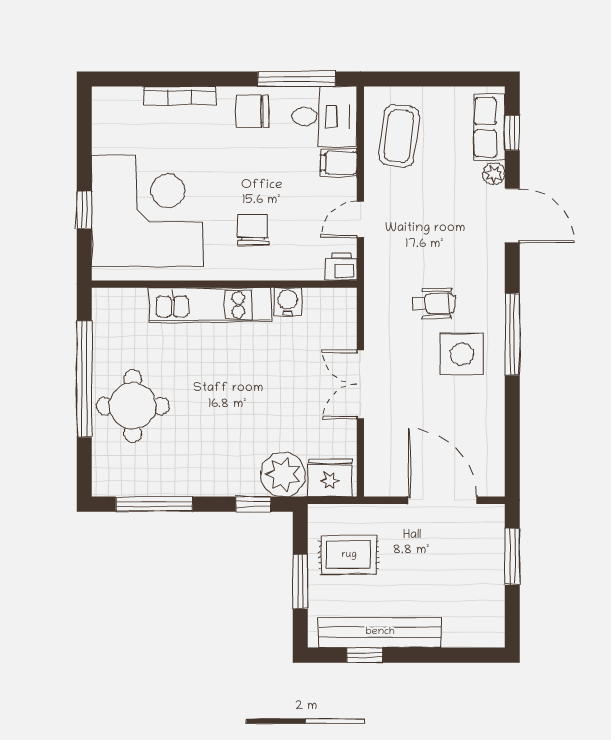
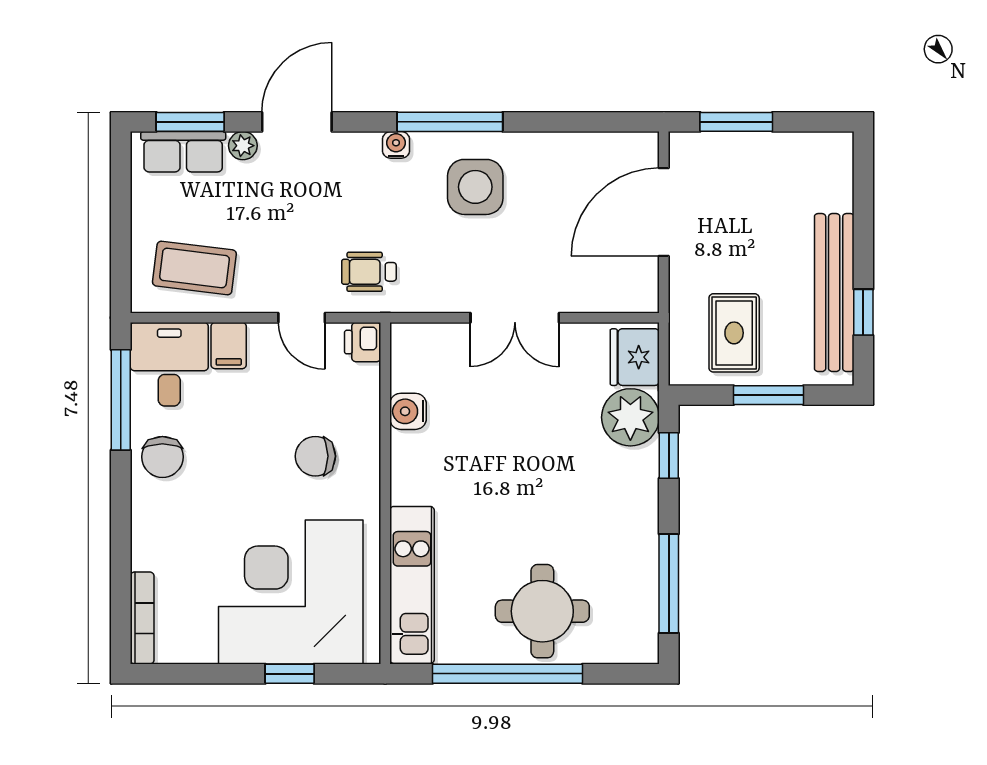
bookcase: (180, 96) -> (142, 618), moved
window: (512, 133) -> (190, 122), width x1.50
water cooler: (494, 292) -> (396, 145), added
wheelchair: (434, 303) -> (369, 272), moved, turned -90
kitchen unit: (210, 305) -> (412, 585), moved

